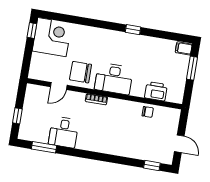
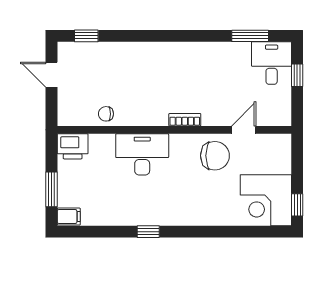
desk: (114, 79) -> (142, 154), moved
printer: (156, 91) -> (73, 146), moved
desk: (64, 132) -> (272, 63), moved

